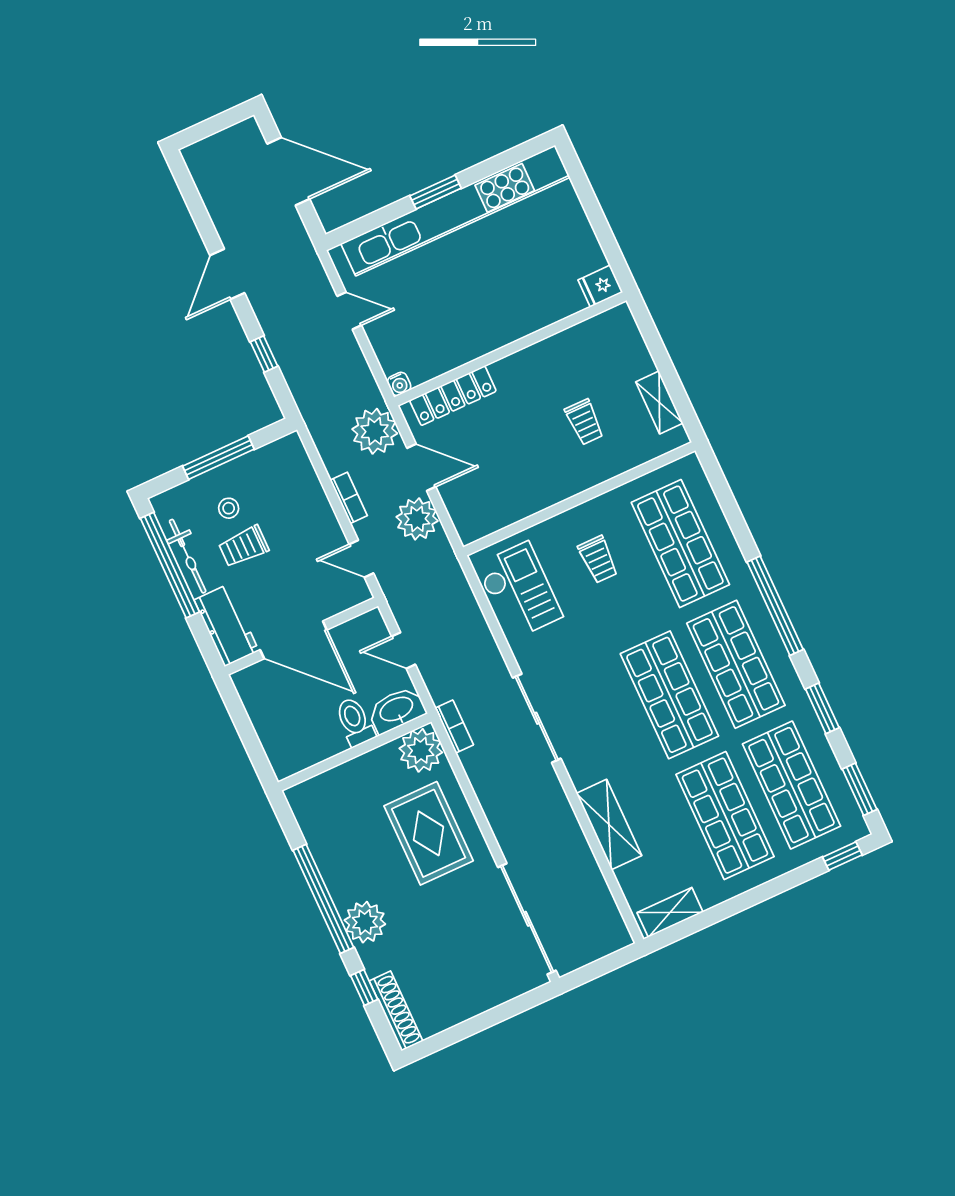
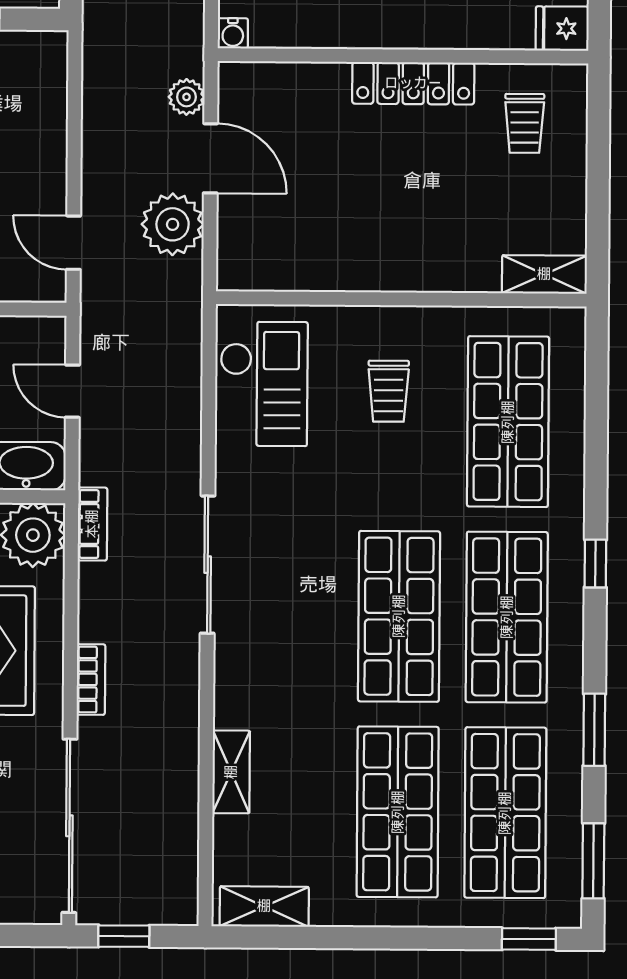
locker: (453, 396) -> (413, 83), moved
shelving: (659, 402) -> (544, 274), moved, turned 90
trolley: (584, 422) -> (525, 123), moved
plant: (375, 431) -> (186, 97), width x0.53, depth x0.53
bookcase: (349, 498) -> (91, 679), moved
window: (775, 606) -> (595, 564), width x0.32
shelving: (609, 824) -> (231, 772), width x0.67, depth x0.75
window: (592, 971) -> (124, 936), added

